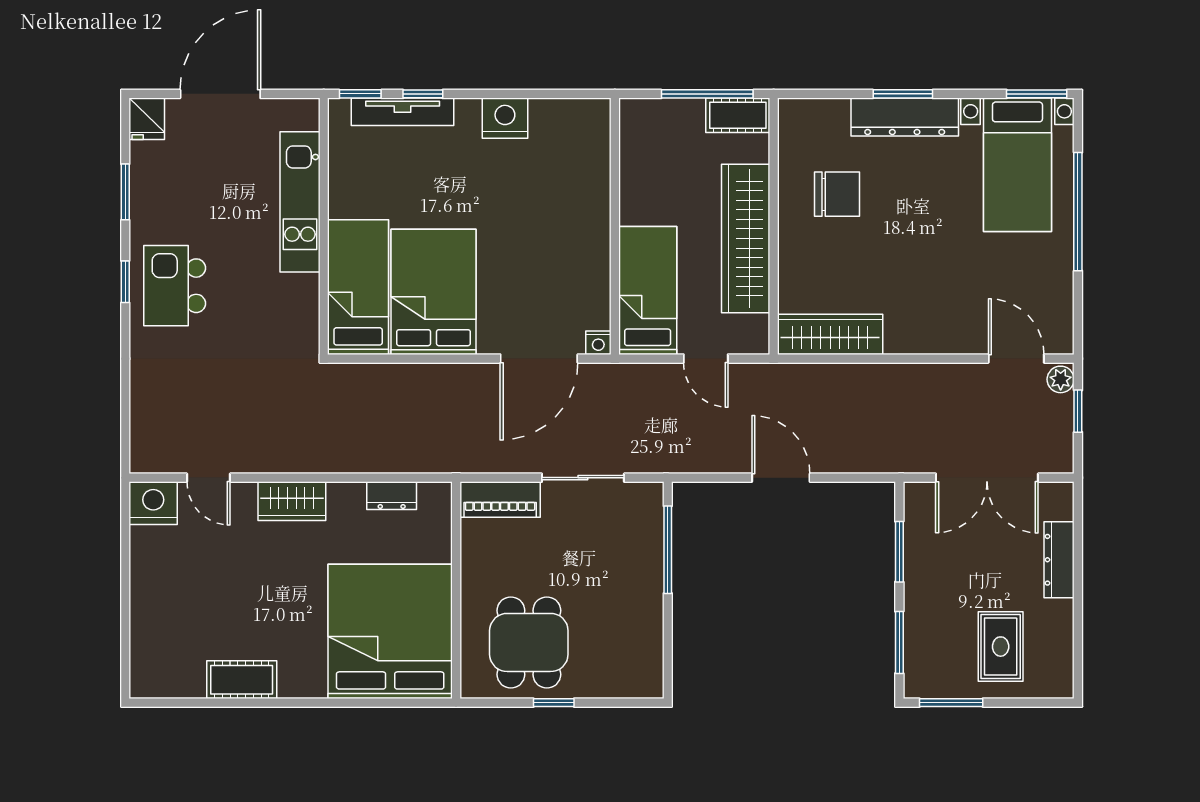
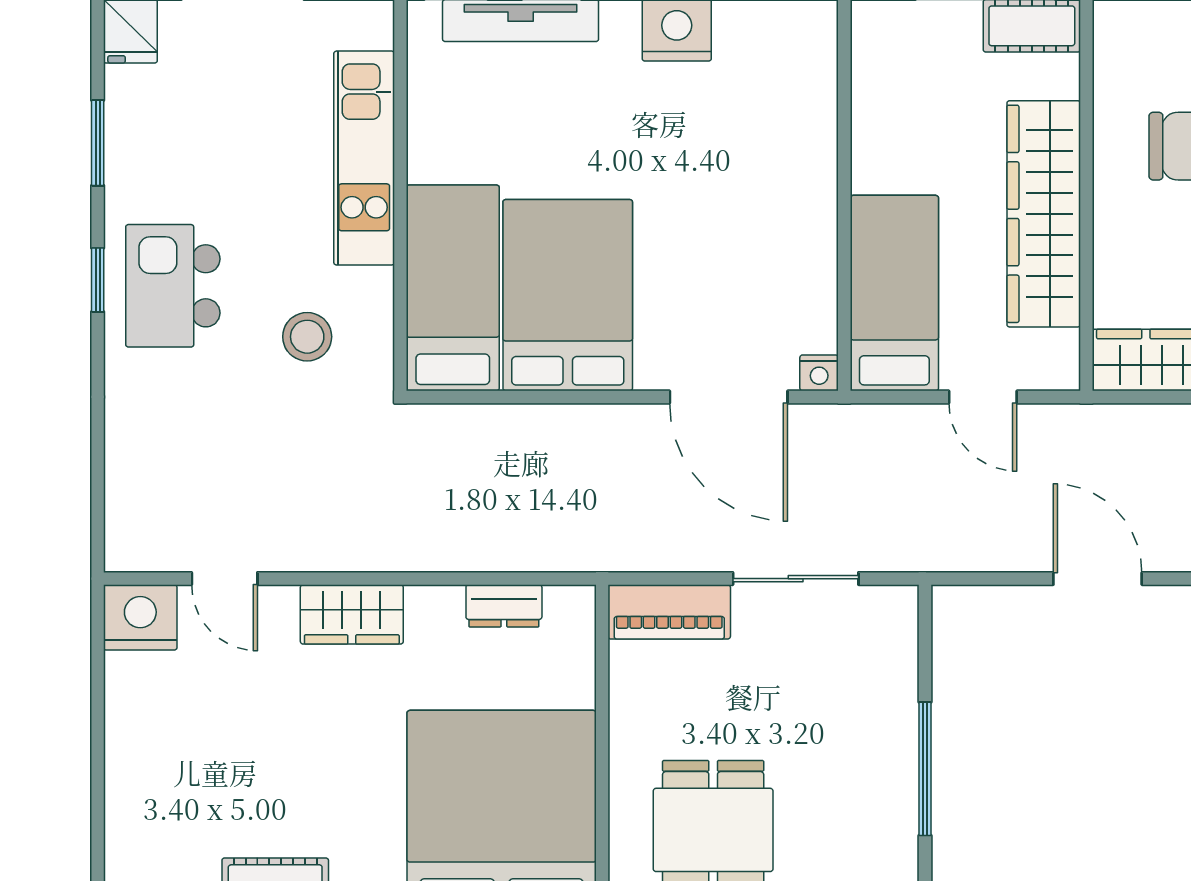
stool: (263, 319) -> (307, 337), added
door: (539, 359) -> (729, 397), hinge flipped
window: (668, 550) -> (925, 769), moved

